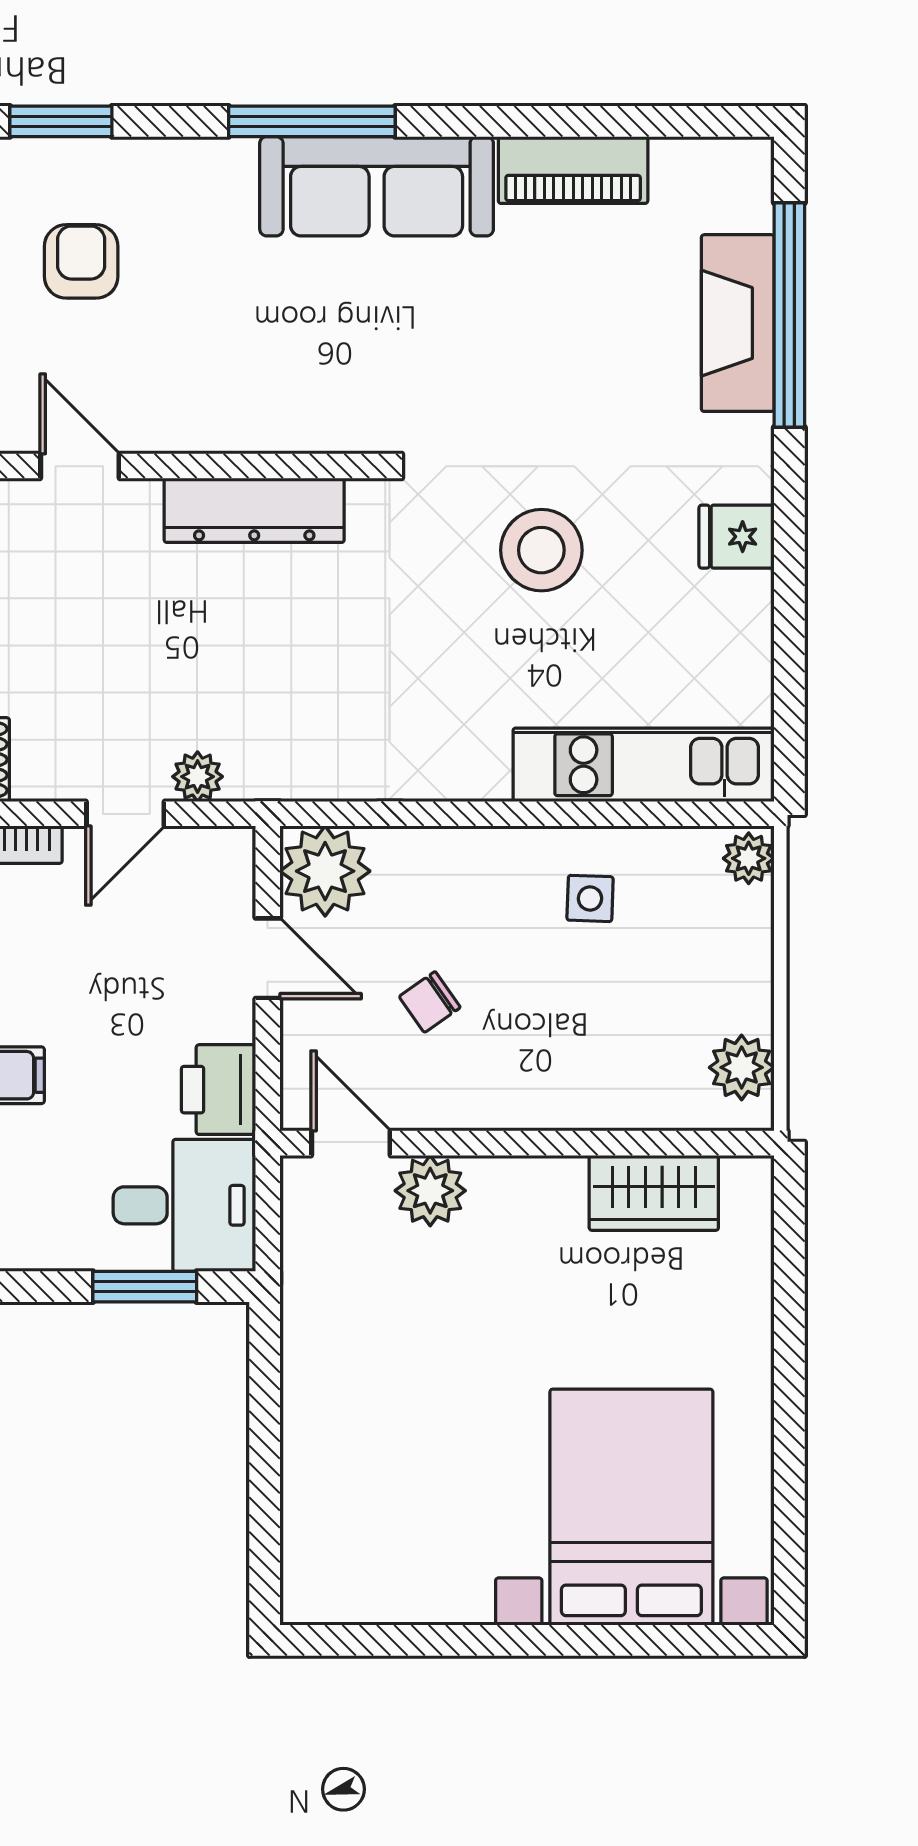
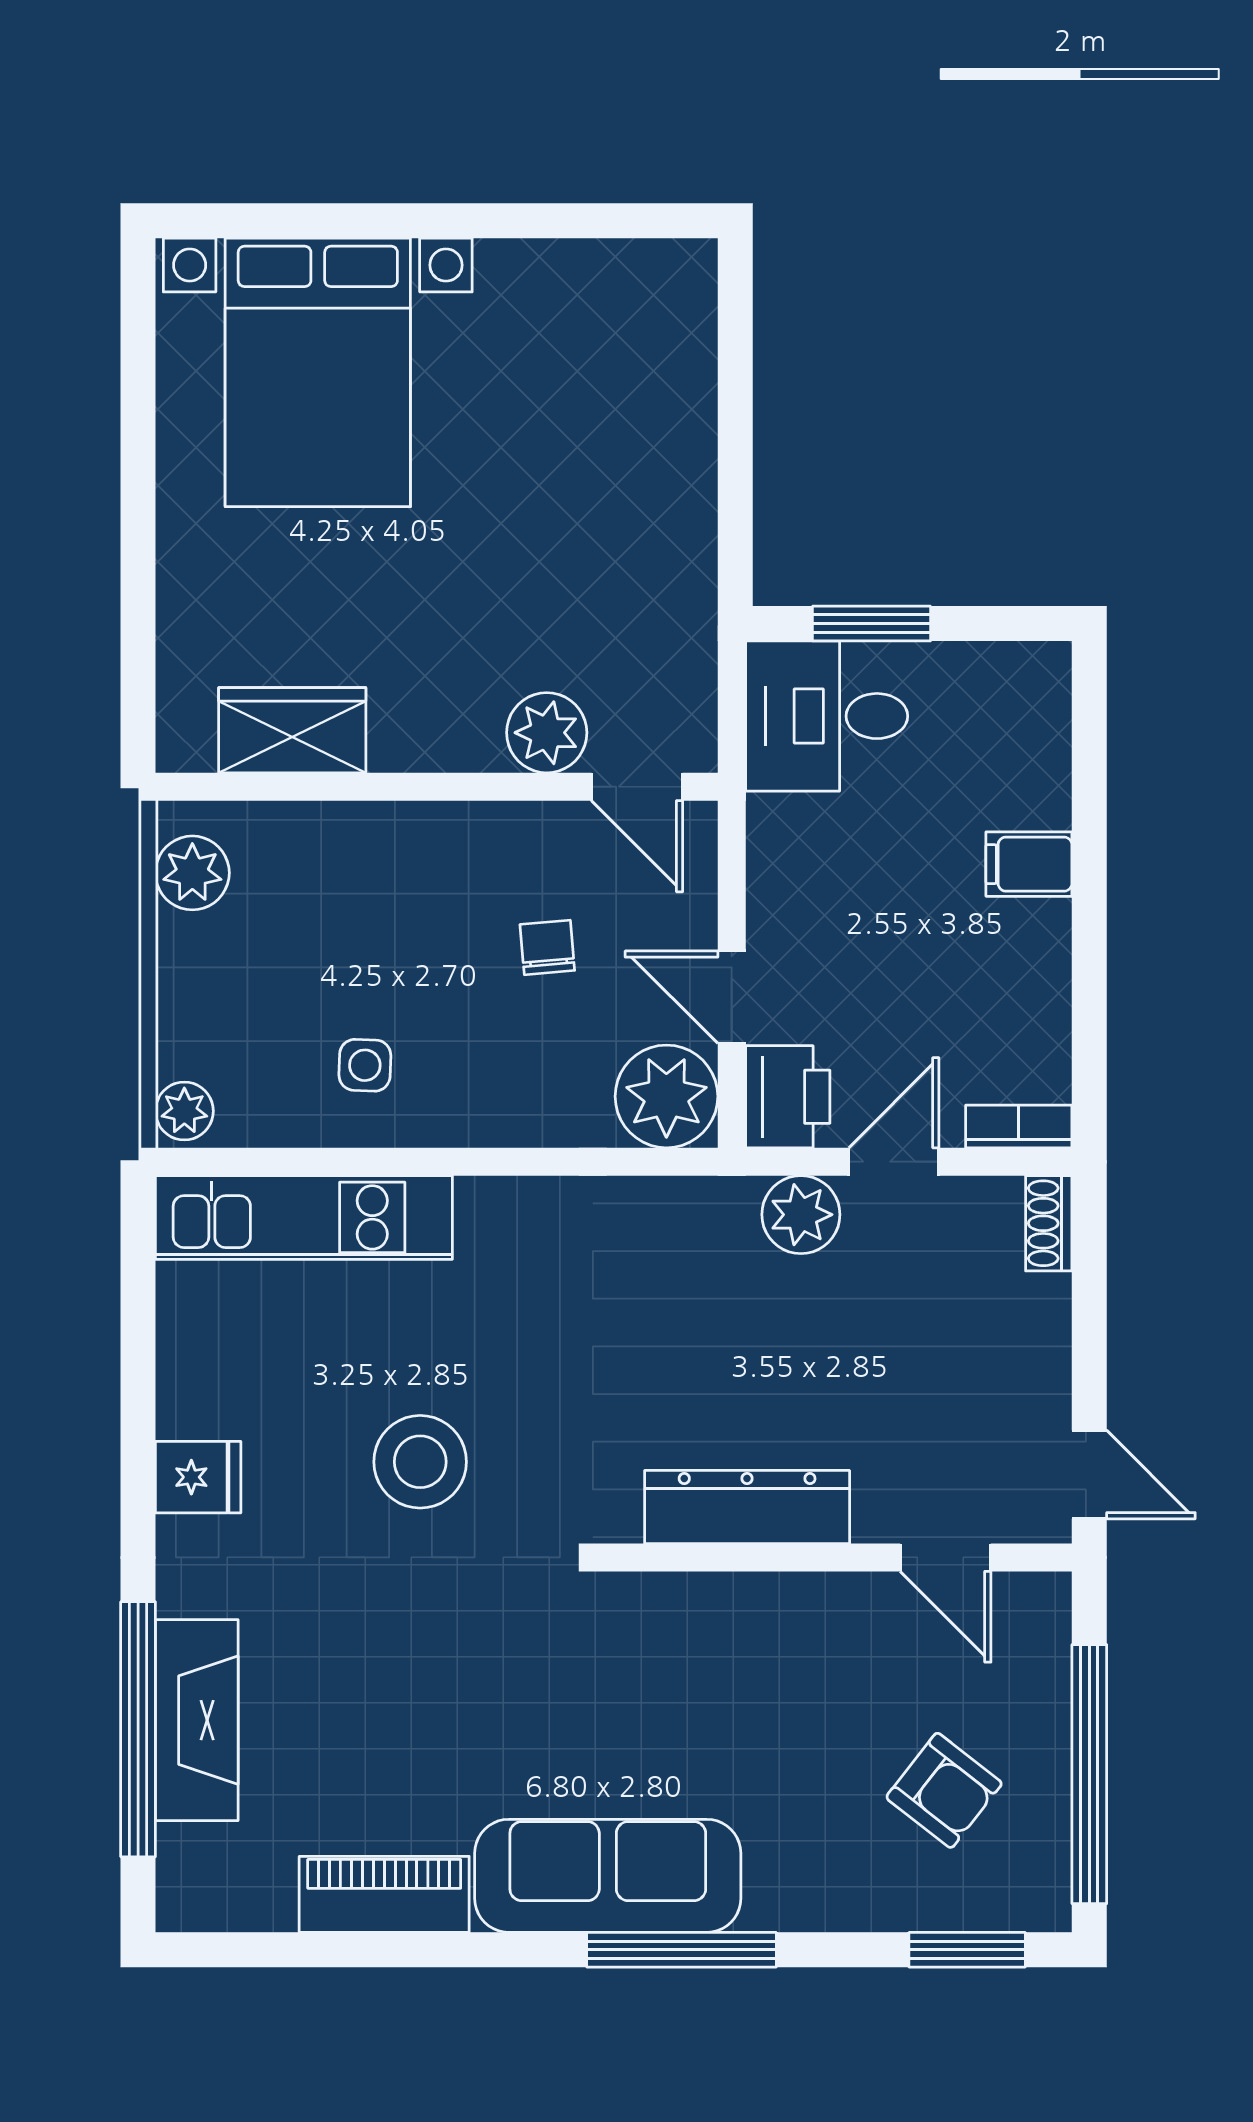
armchair: (81, 261) -> (944, 1790), turned -52
plant: (198, 777) -> (801, 1215), width x1.38, depth x1.38
chair: (430, 1002) -> (547, 947), turned -60
printer: (218, 1090) -> (788, 1097), moved

